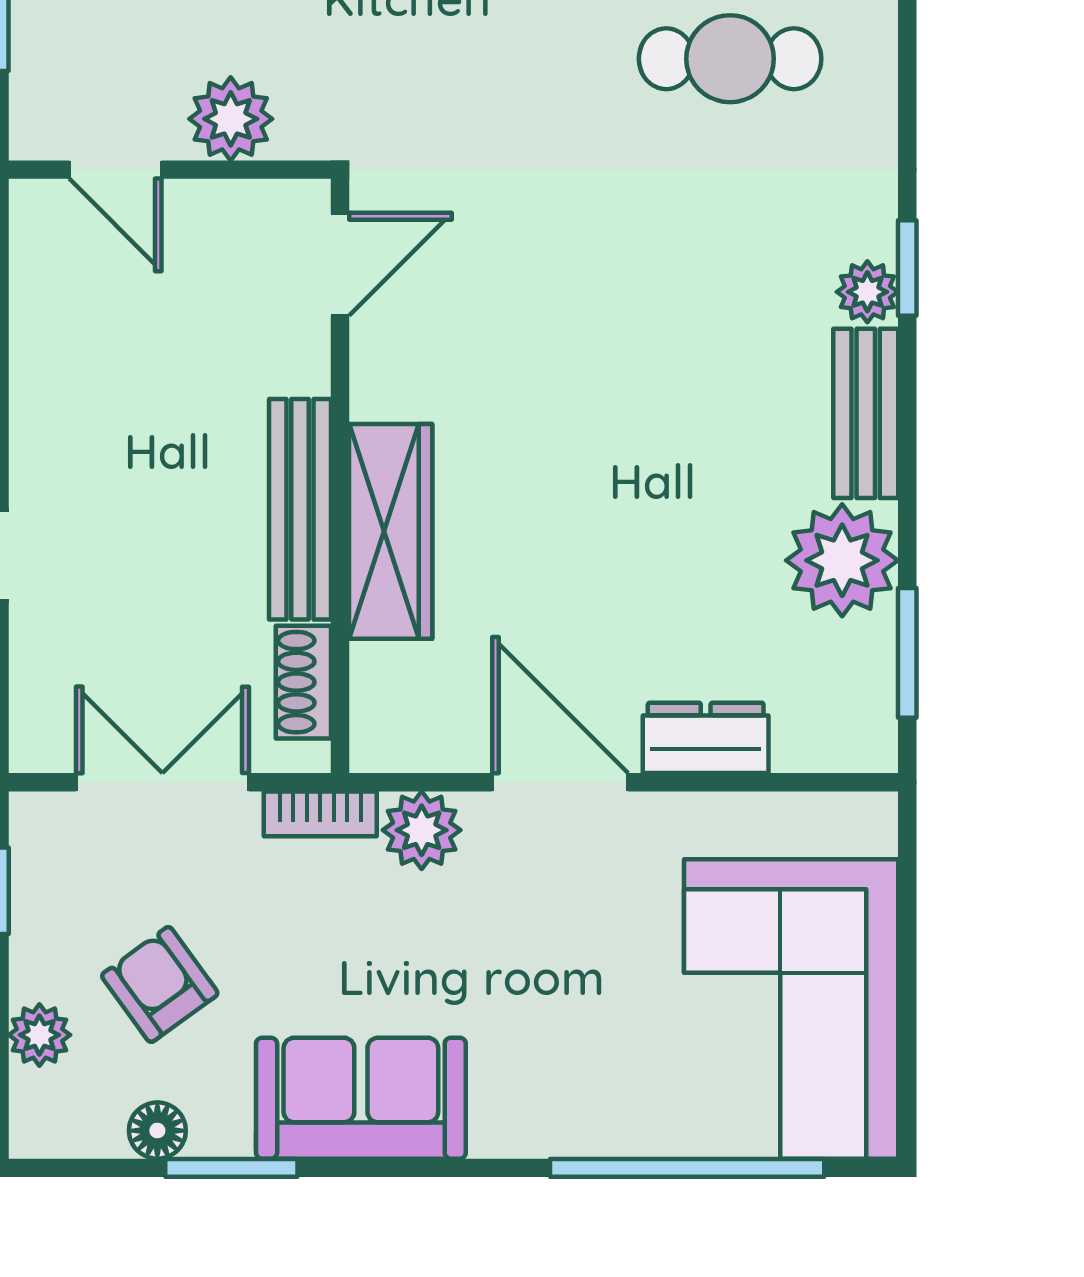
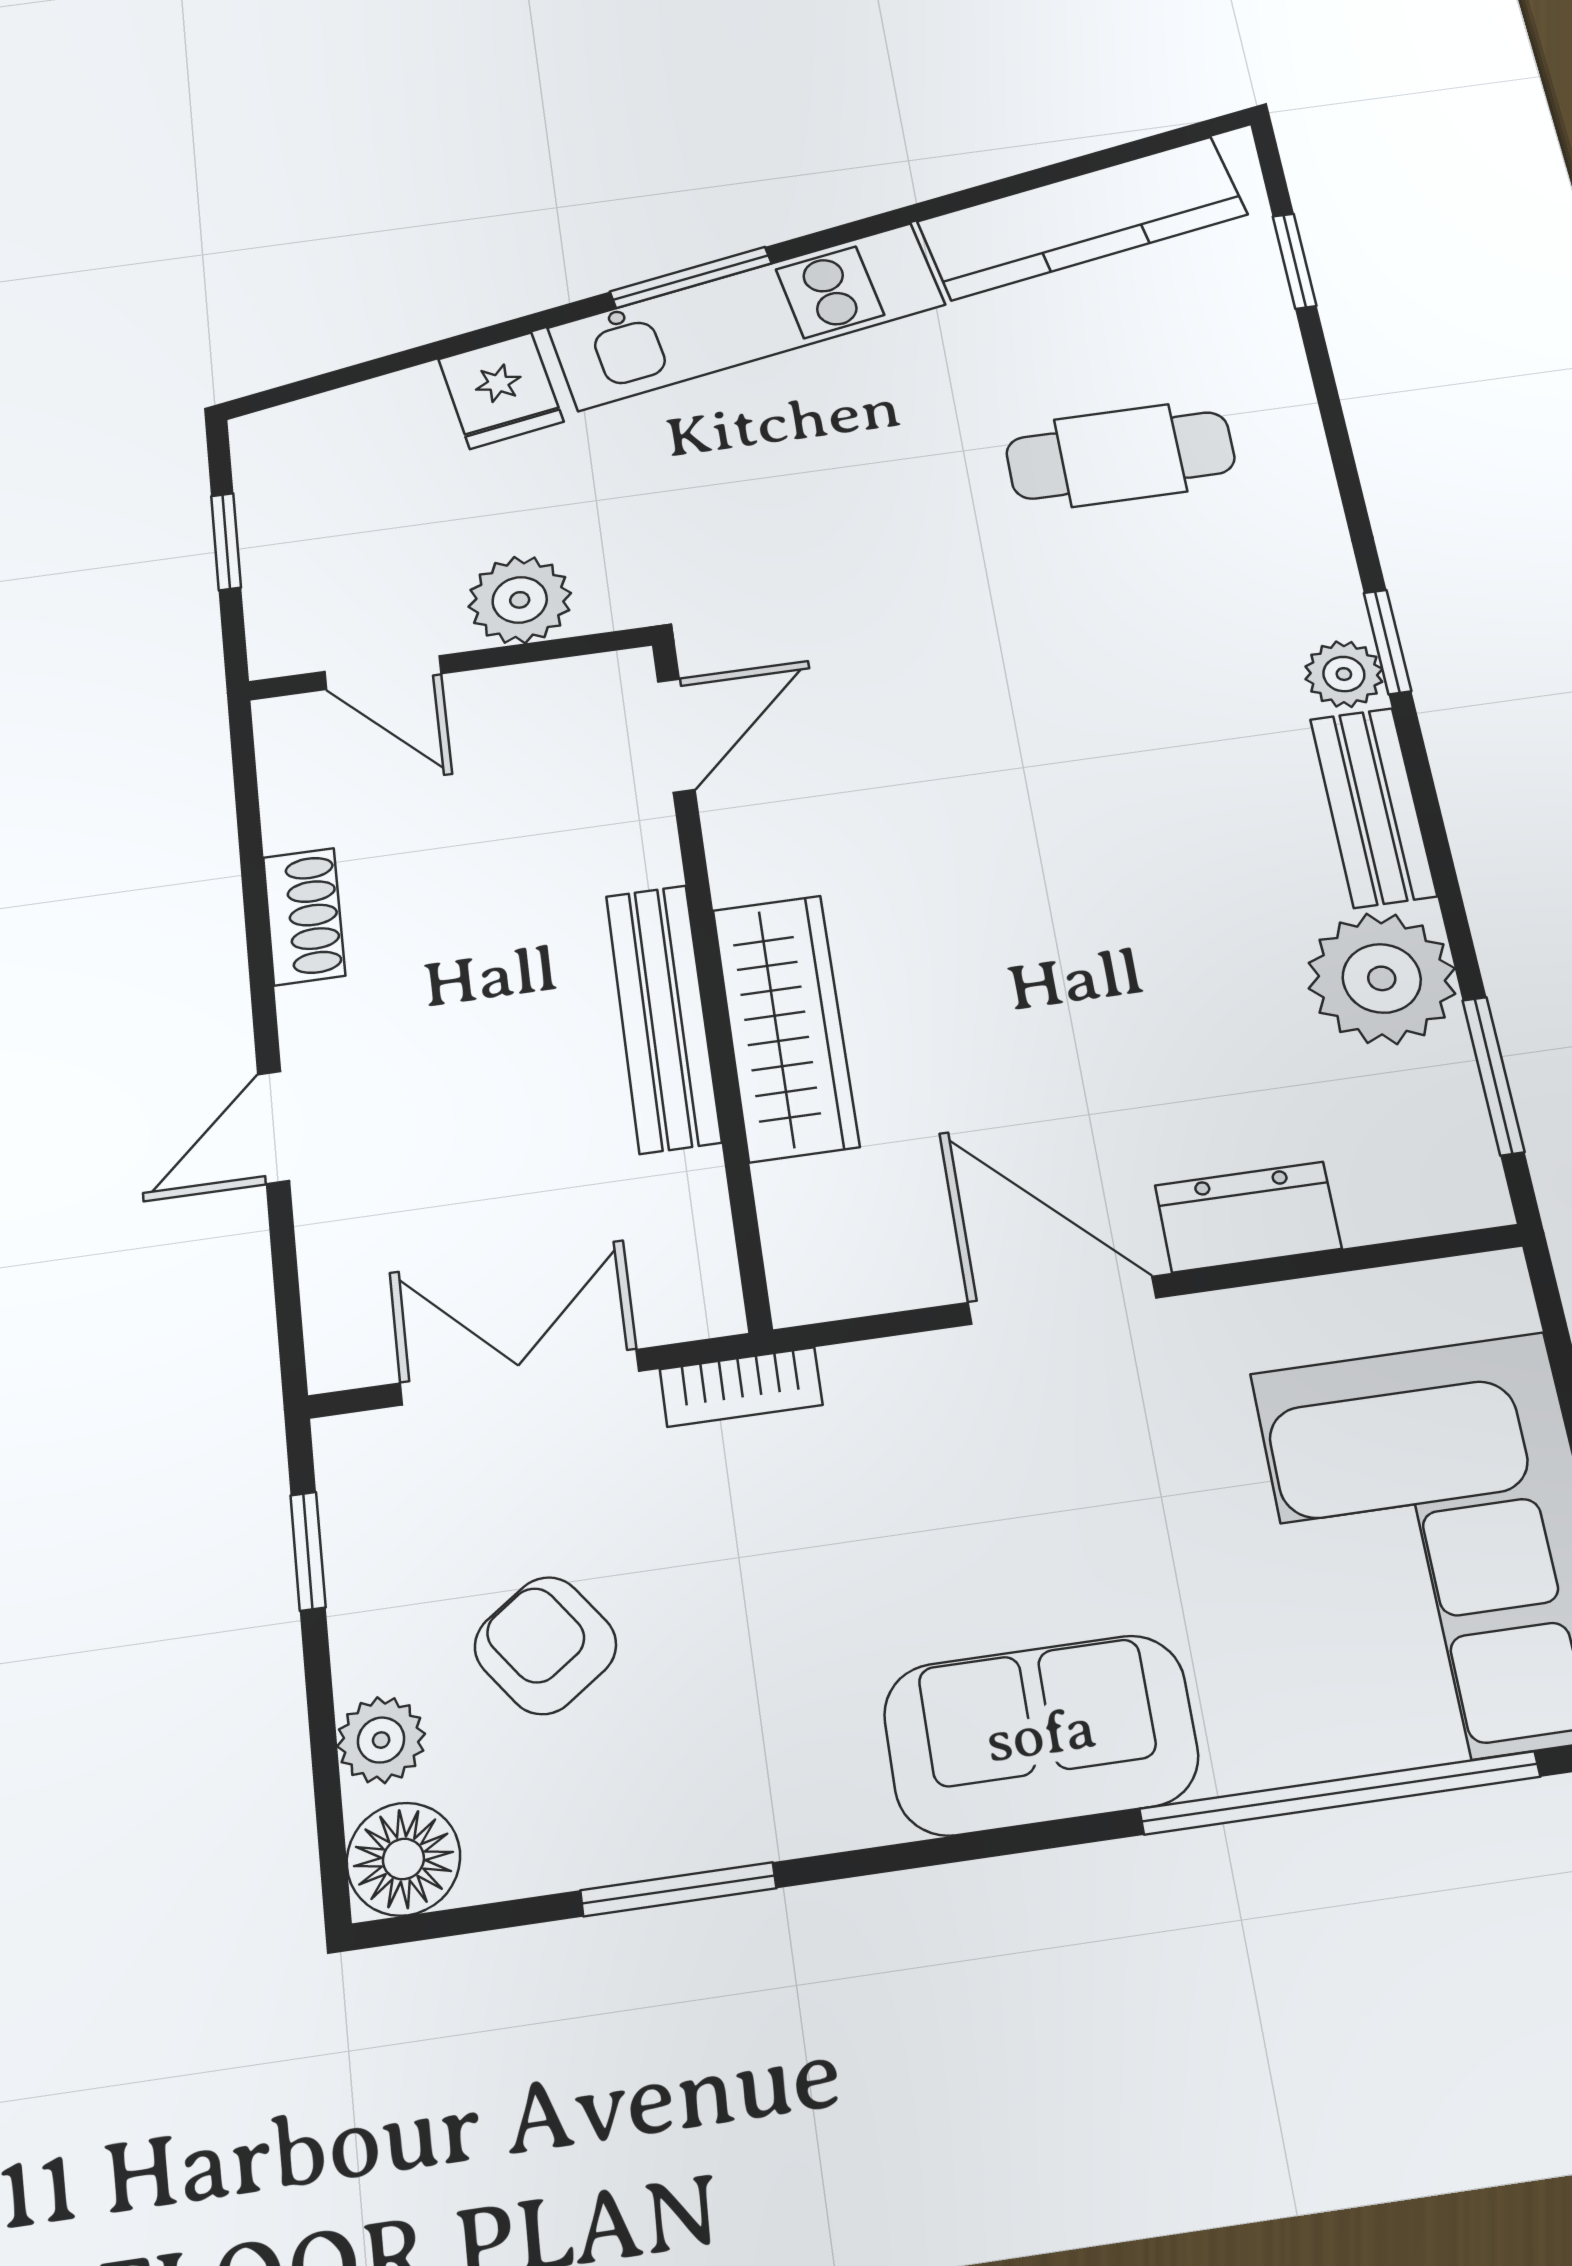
shoe rack: (303, 682) -> (304, 916), moved, turned 180
plant: (422, 830) -> (883, 1388), removed
sofa: (361, 1098) -> (1041, 1735), moved
floor lamp: (157, 1131) -> (403, 1859), moved, width x1.37, depth x1.37

